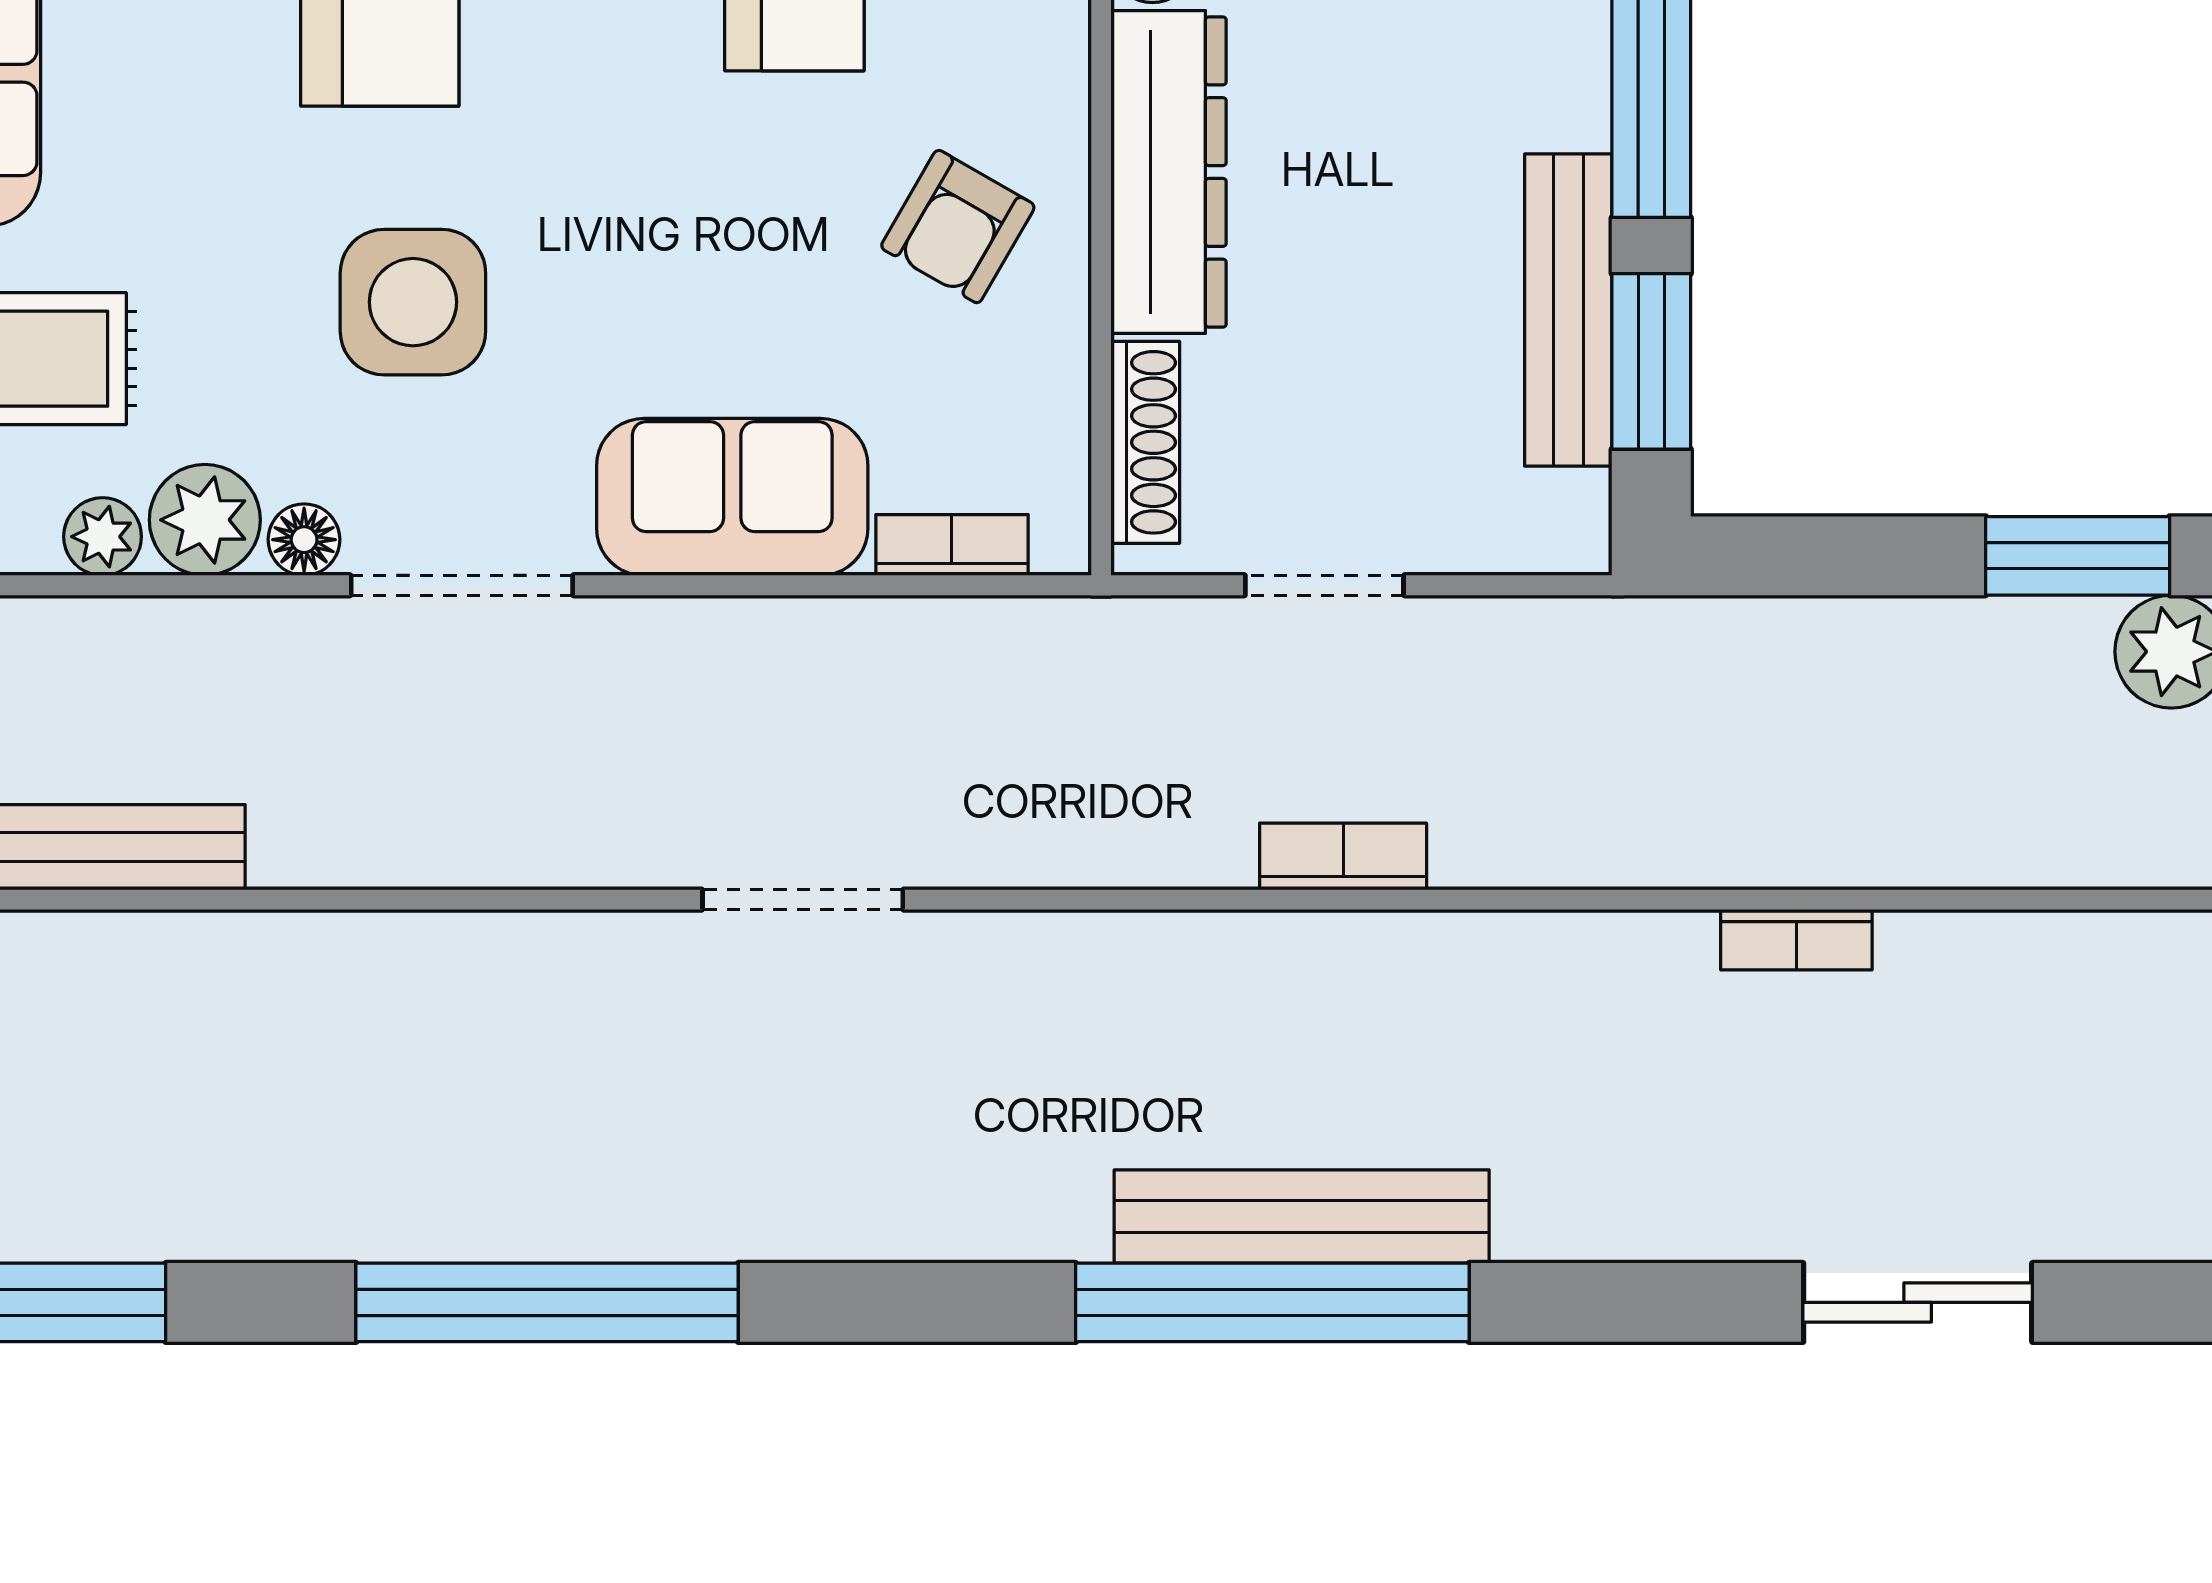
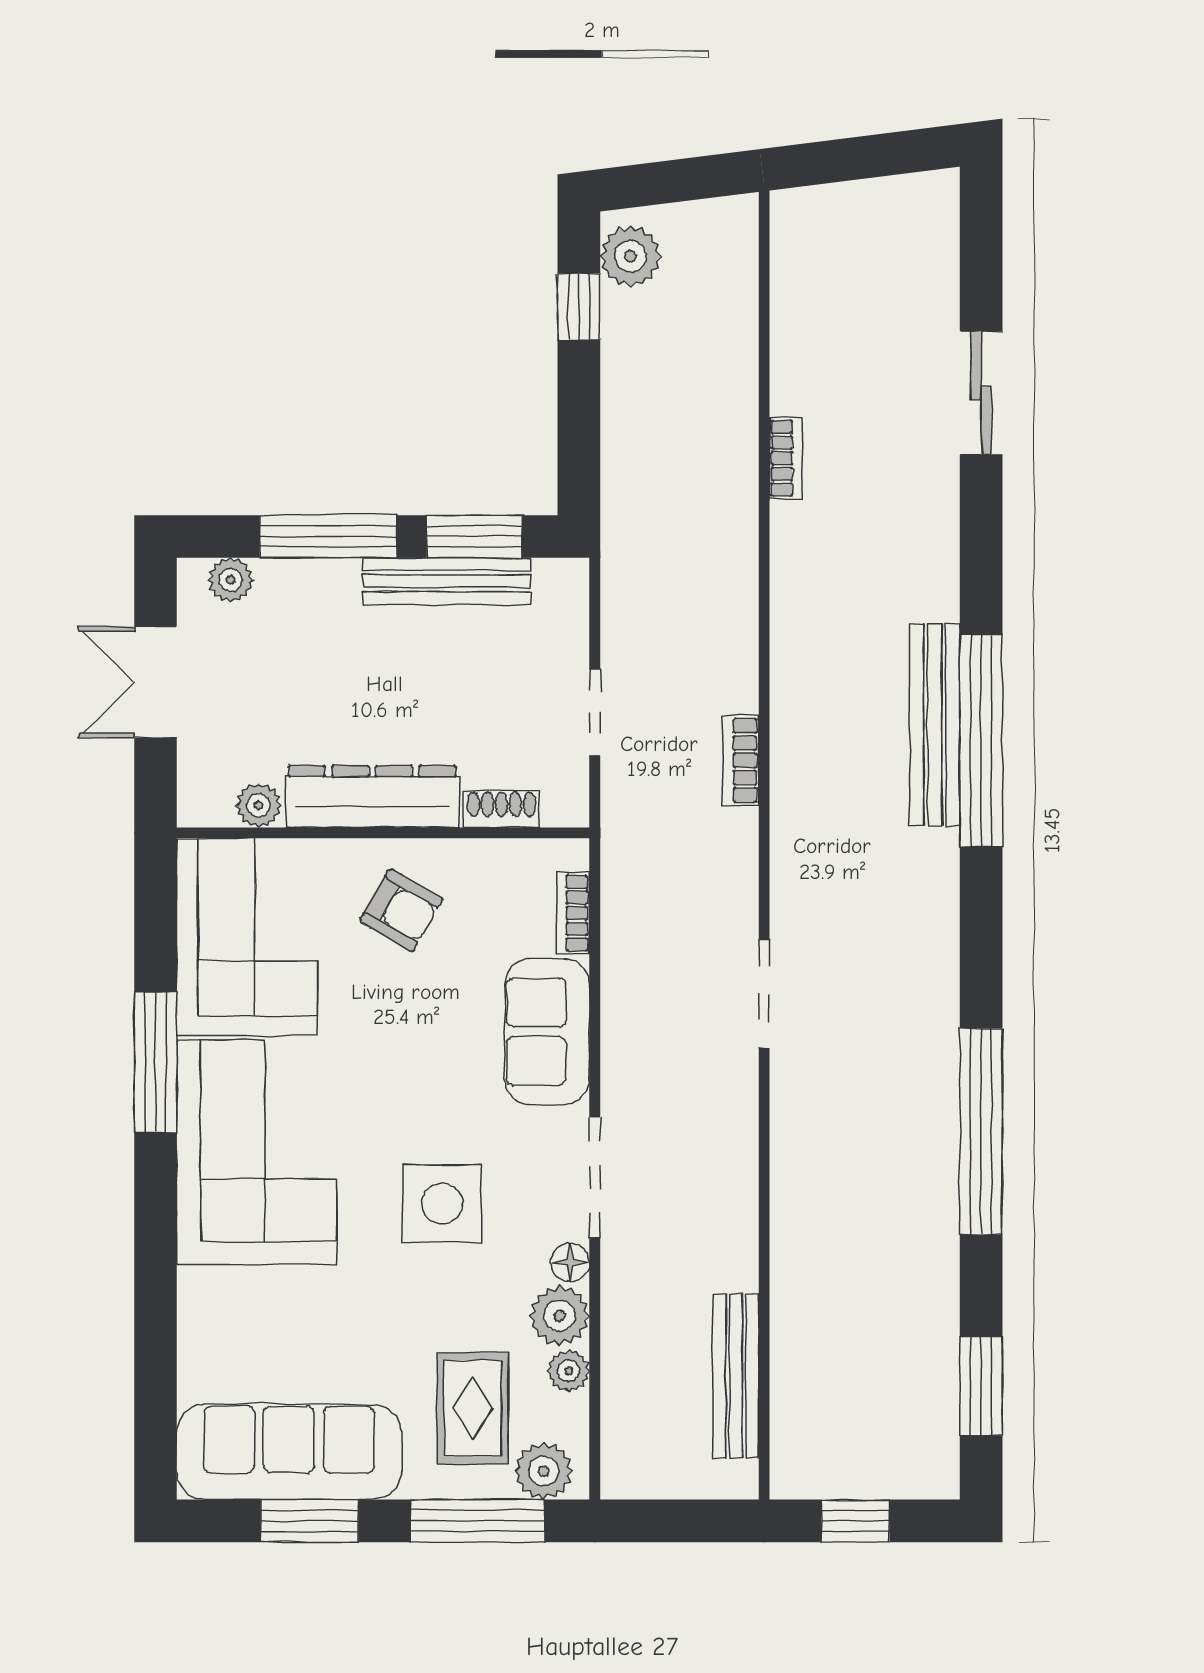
shoe rack: (1145, 442) -> (501, 809), width x0.70
window: (2078, 556) -> (579, 307), width x0.67
bookcase: (1343, 856) -> (741, 760), moved

